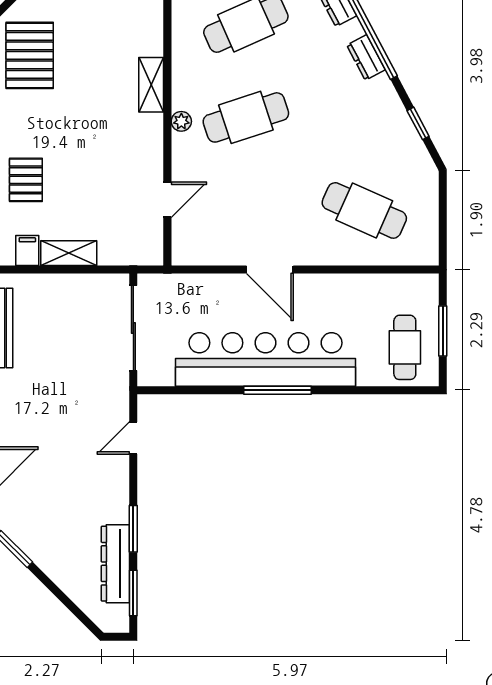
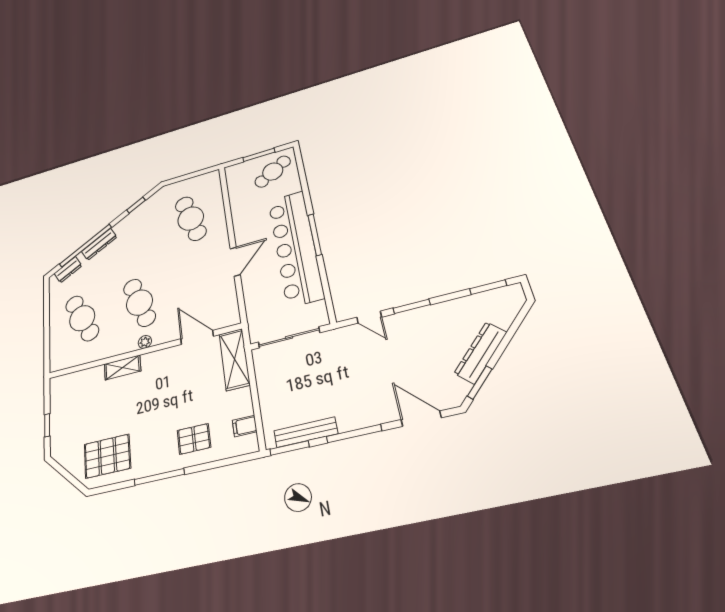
dresser: (366, 57) -> (99, 244), width x1.44
door: (167, 200) -> (197, 337), width x1.38
cafe table: (364, 210) -> (191, 218), turned -39
shelving: (69, 253) -> (234, 359), moved, width x1.50, depth x1.33
cafe table: (405, 347) -> (273, 172), turned -32
window: (133, 529) -> (412, 306), moved
dresser: (115, 564) -> (480, 353), moved, turned 135

